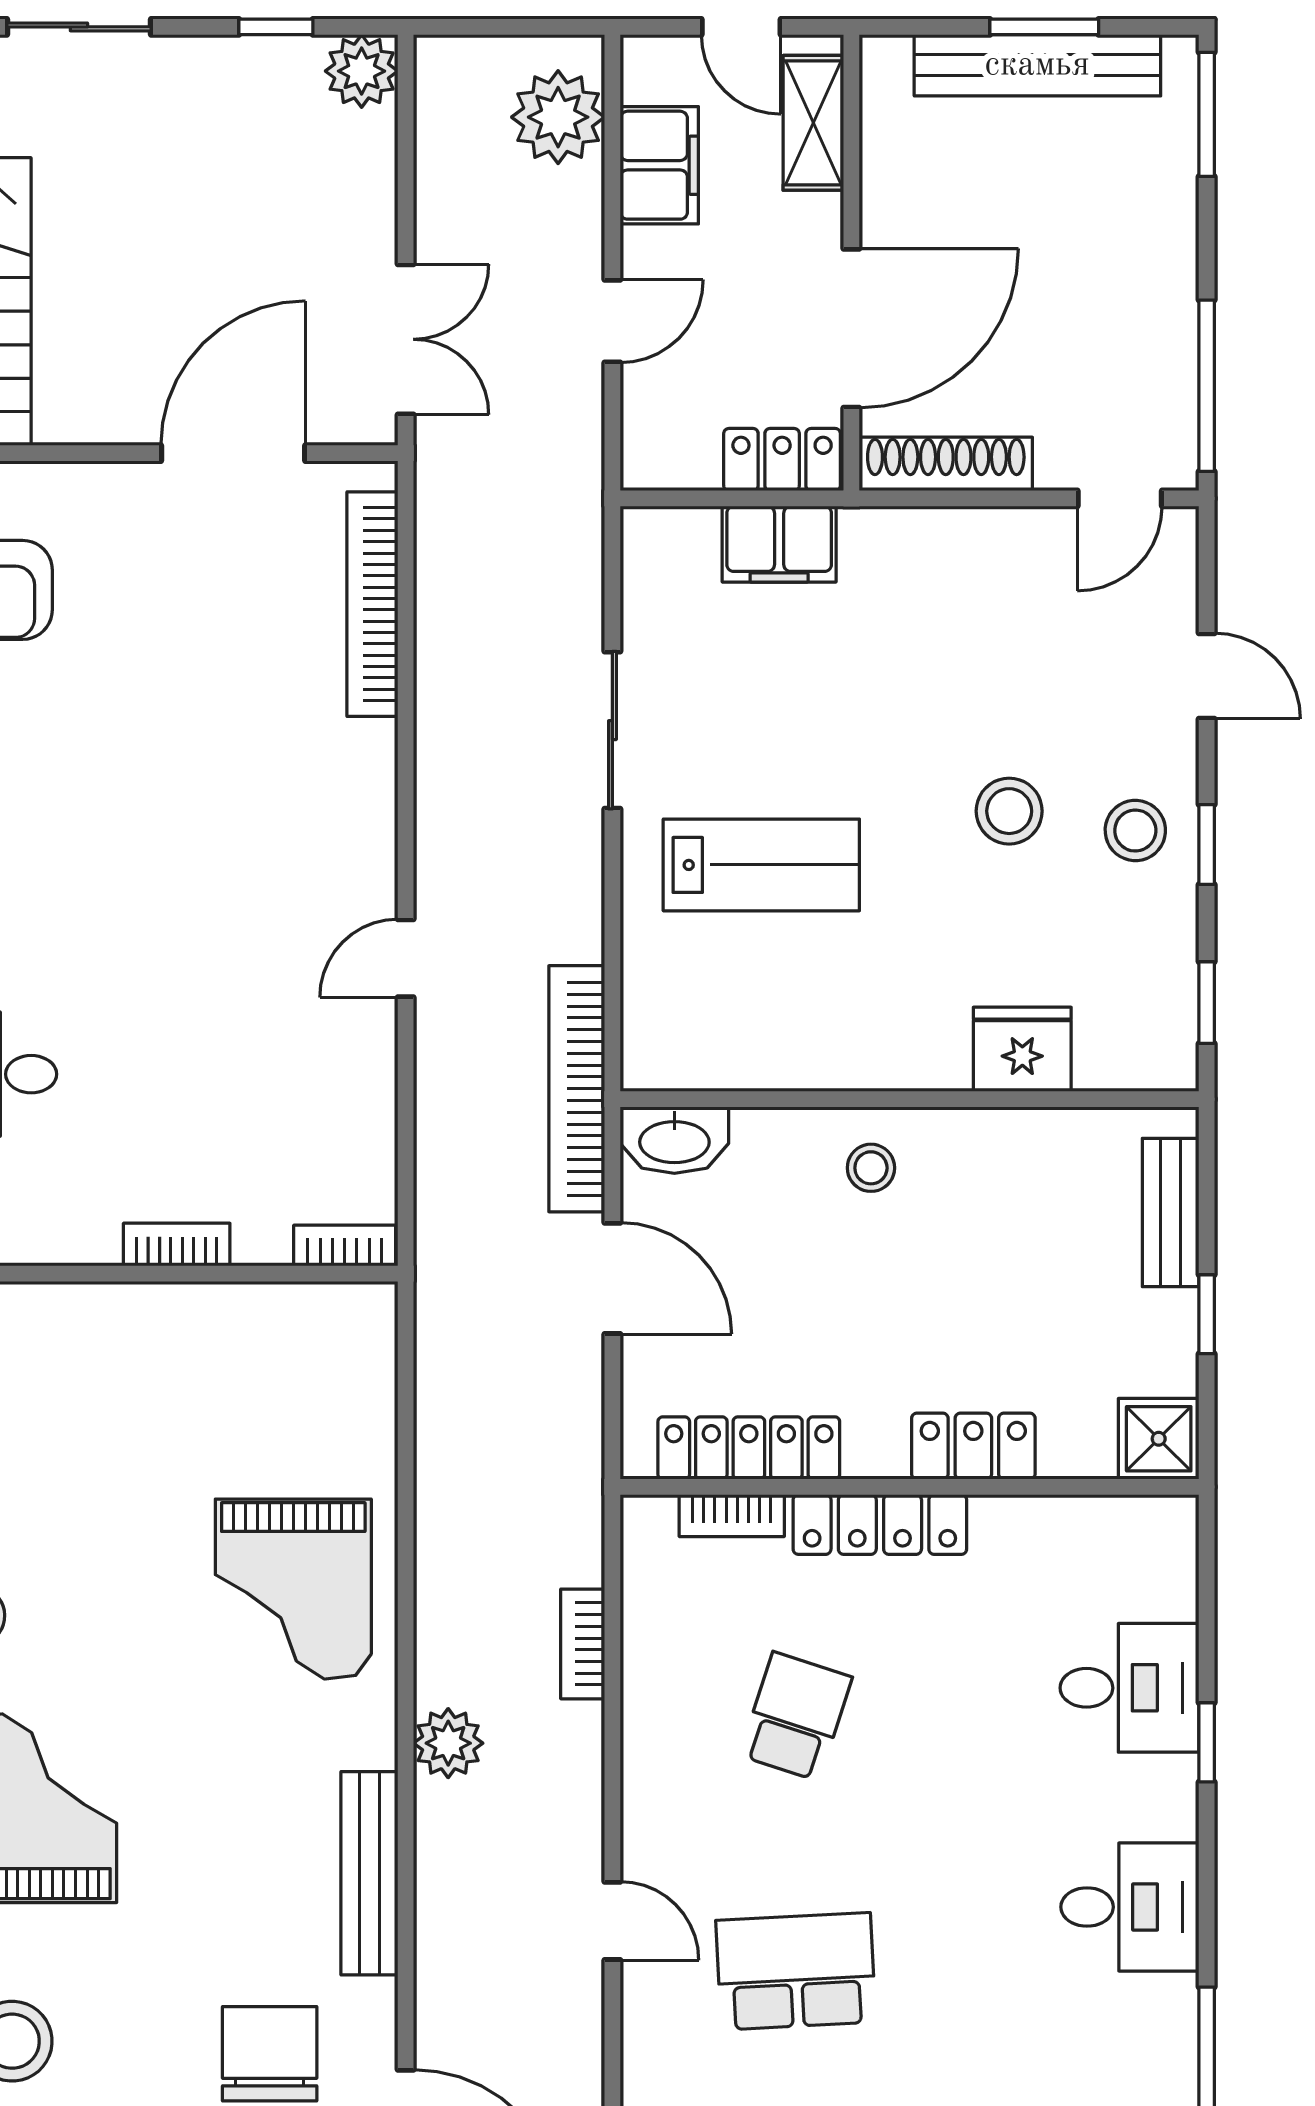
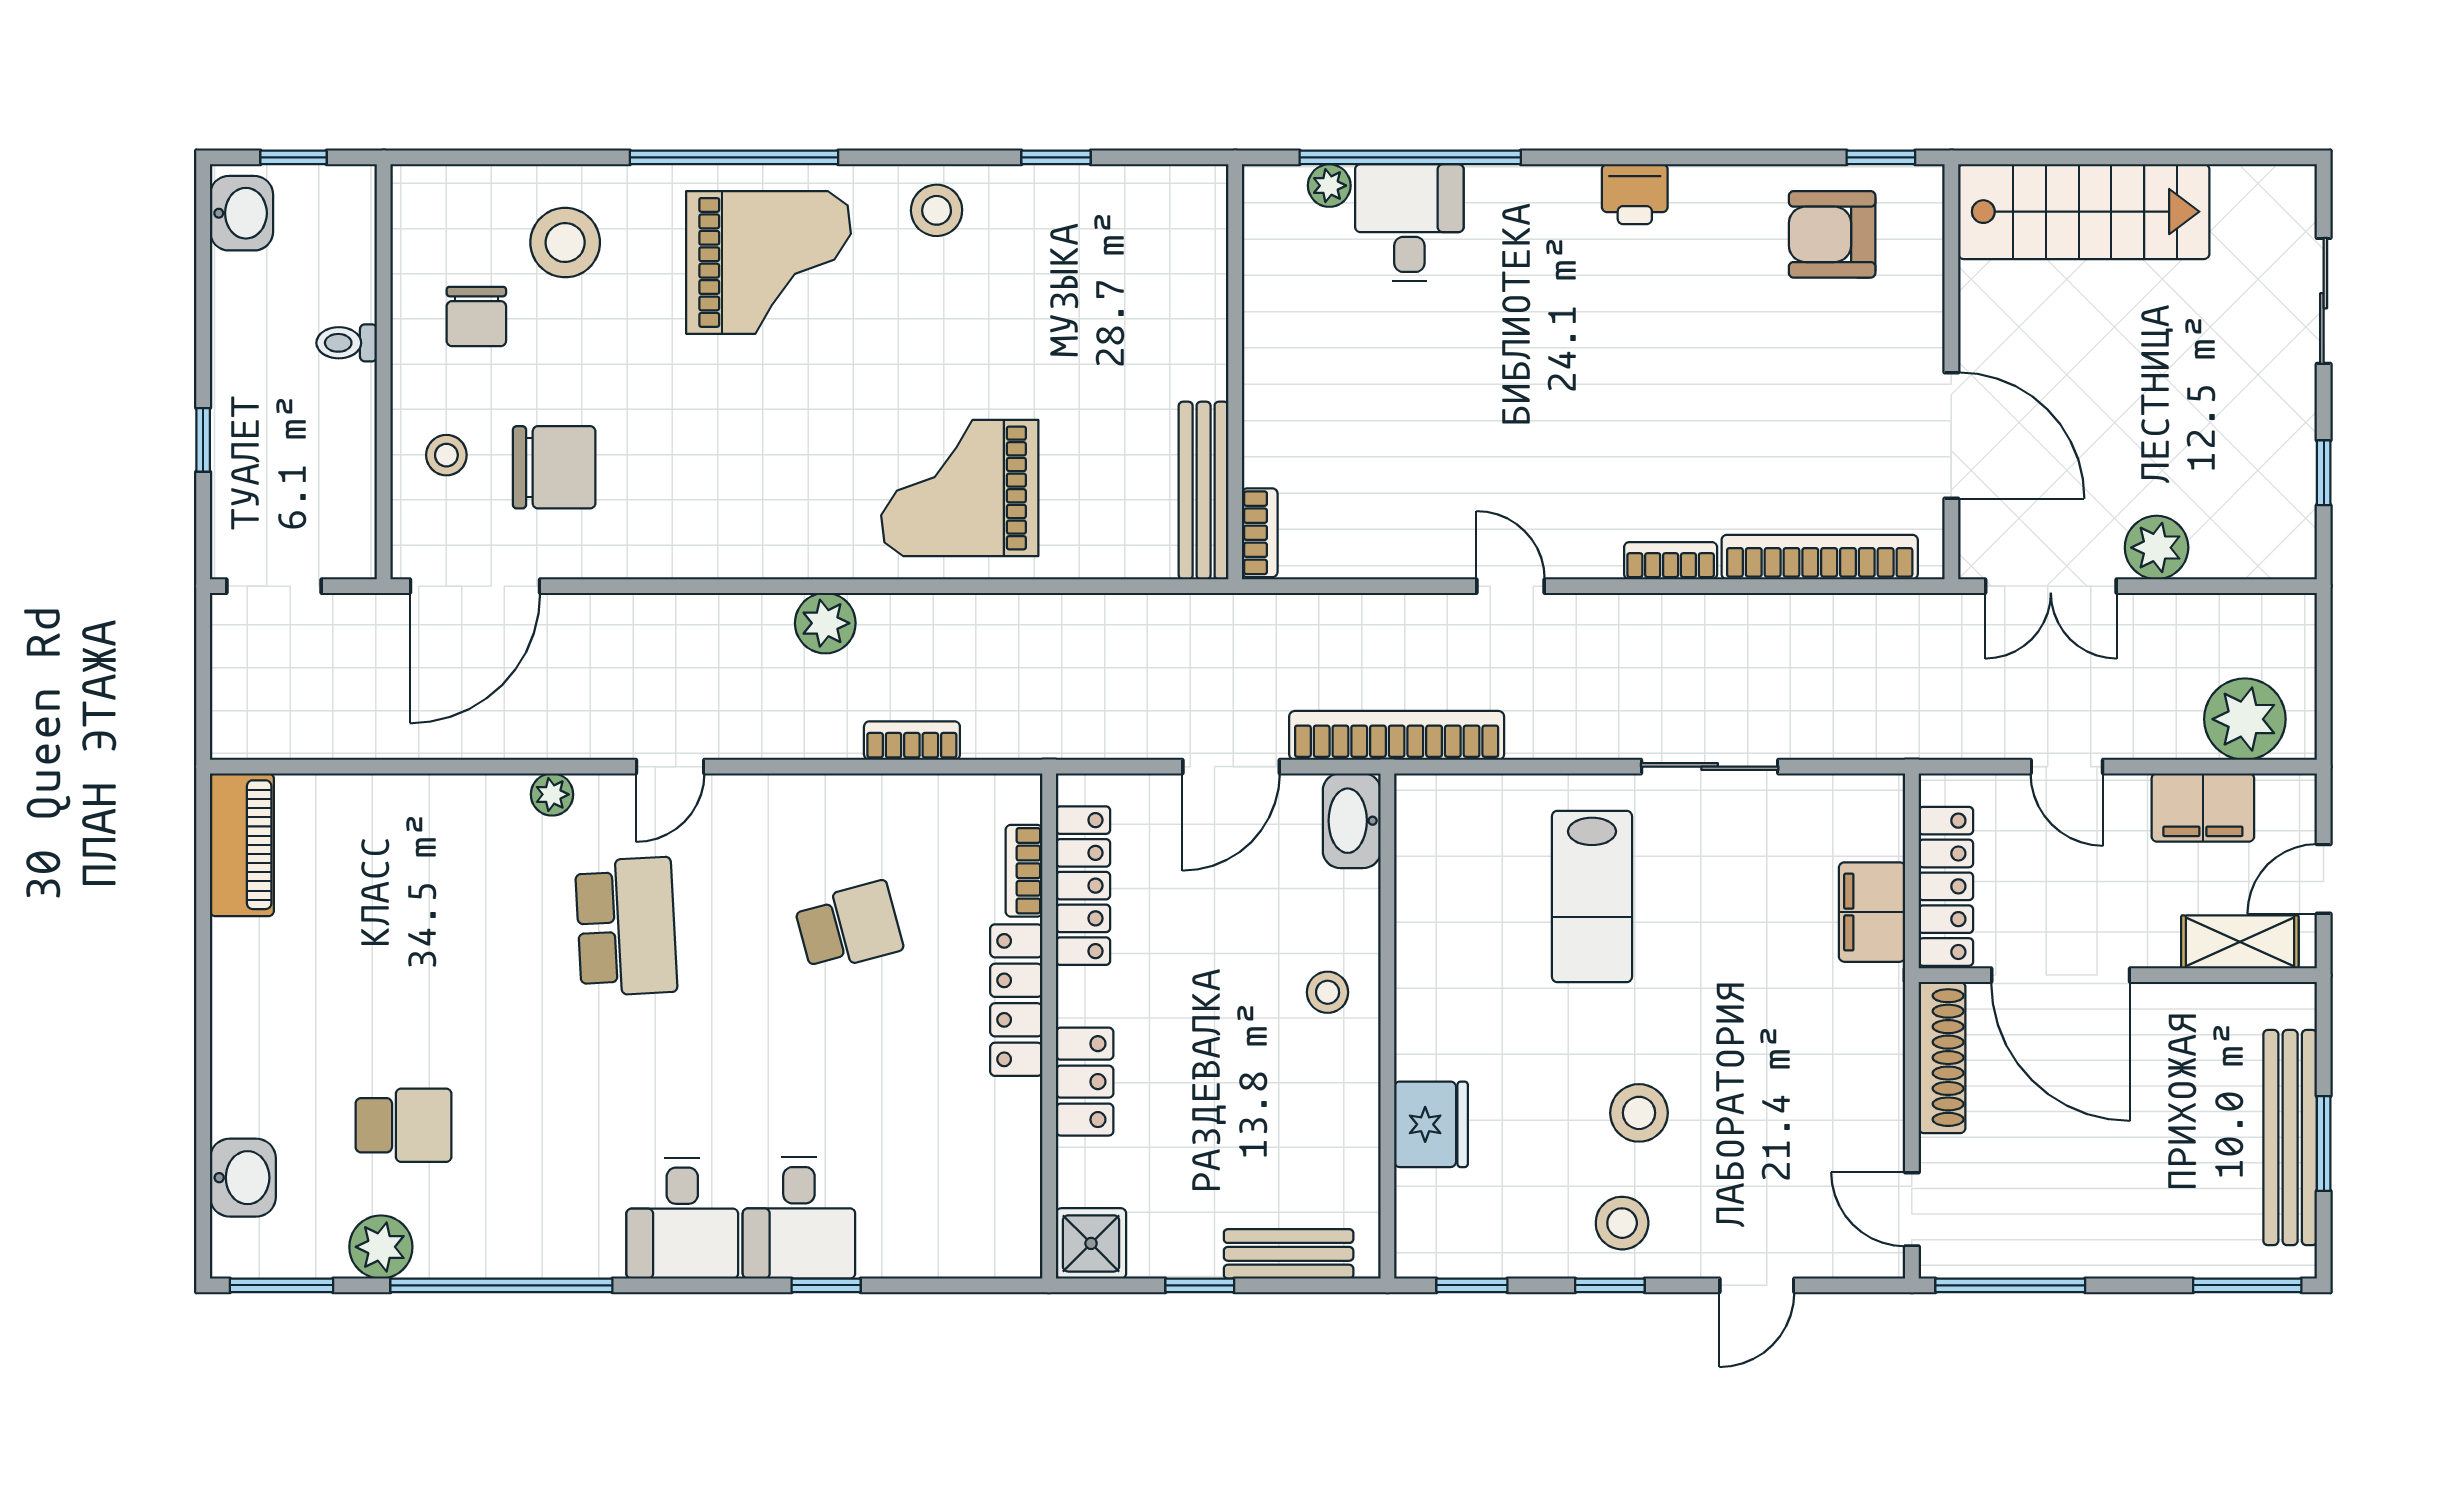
plant: (362, 71) -> (2157, 548), moved
locker: (782, 460) -> (1946, 886), width x1.53
bookcase: (177, 1245) -> (1671, 561), moved, turned -90
desk: (1129, 1688) -> (799, 1218), moved
school desk: (796, 1716) -> (849, 927), turned -33
bench: (369, 1873) -> (1204, 490), moved, turned 90
plant: (644, 2056) -> (552, 794), added

